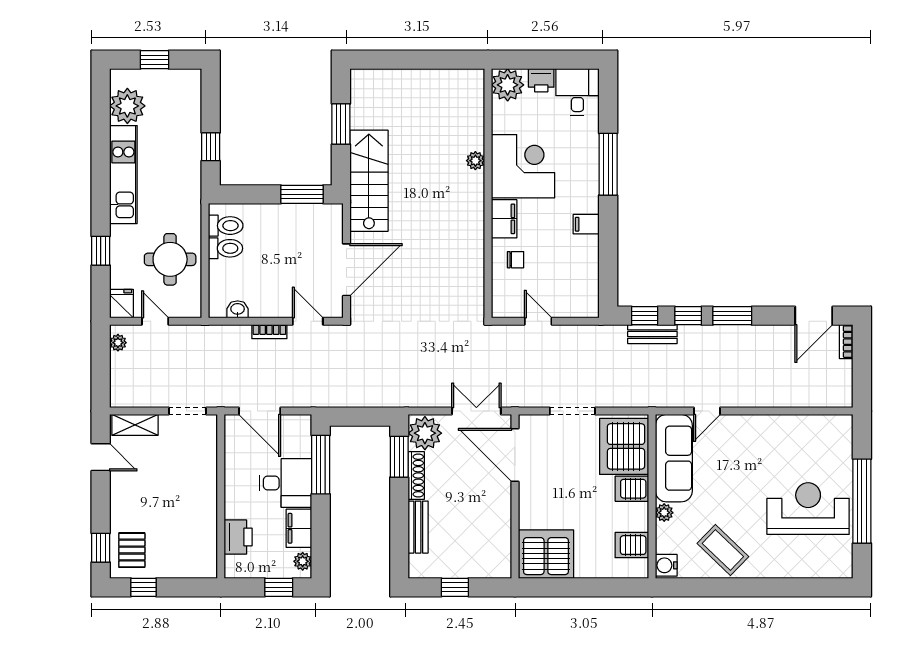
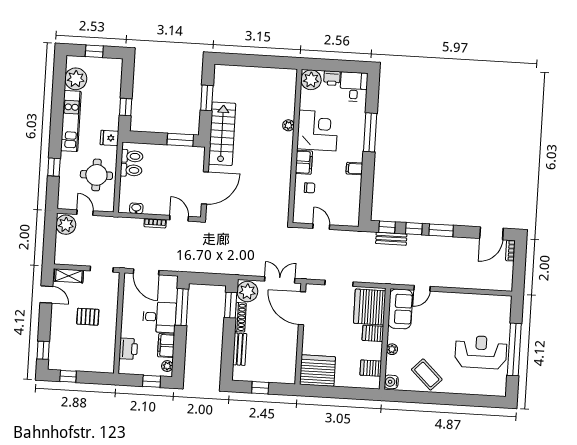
fridge: (122, 304) -> (109, 138), moved, turned -90
plant: (118, 343) -> (66, 225), width x1.87, depth x1.87
sofa: (674, 458) -> (400, 309), width x0.73
pallet: (132, 550) -> (88, 317), moved, turned 90

